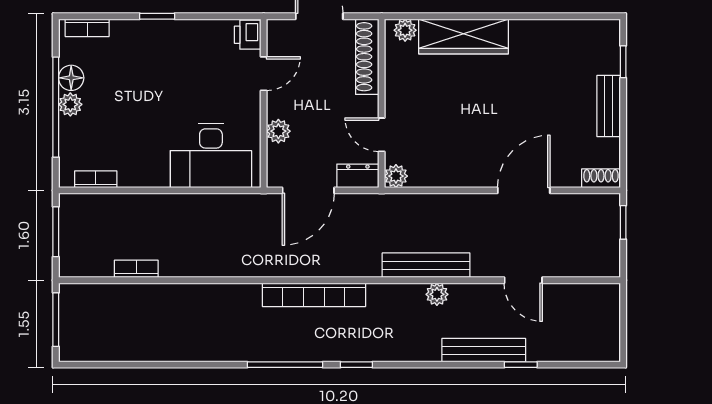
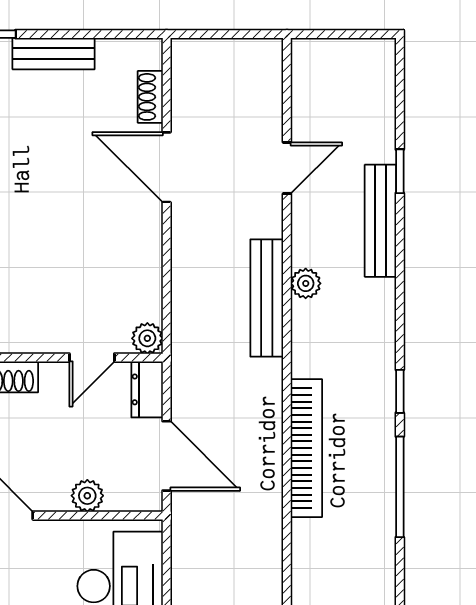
shoe rack: (601, 178) -> (150, 97), moved
window: (623, 222) -> (210, 34), removed

